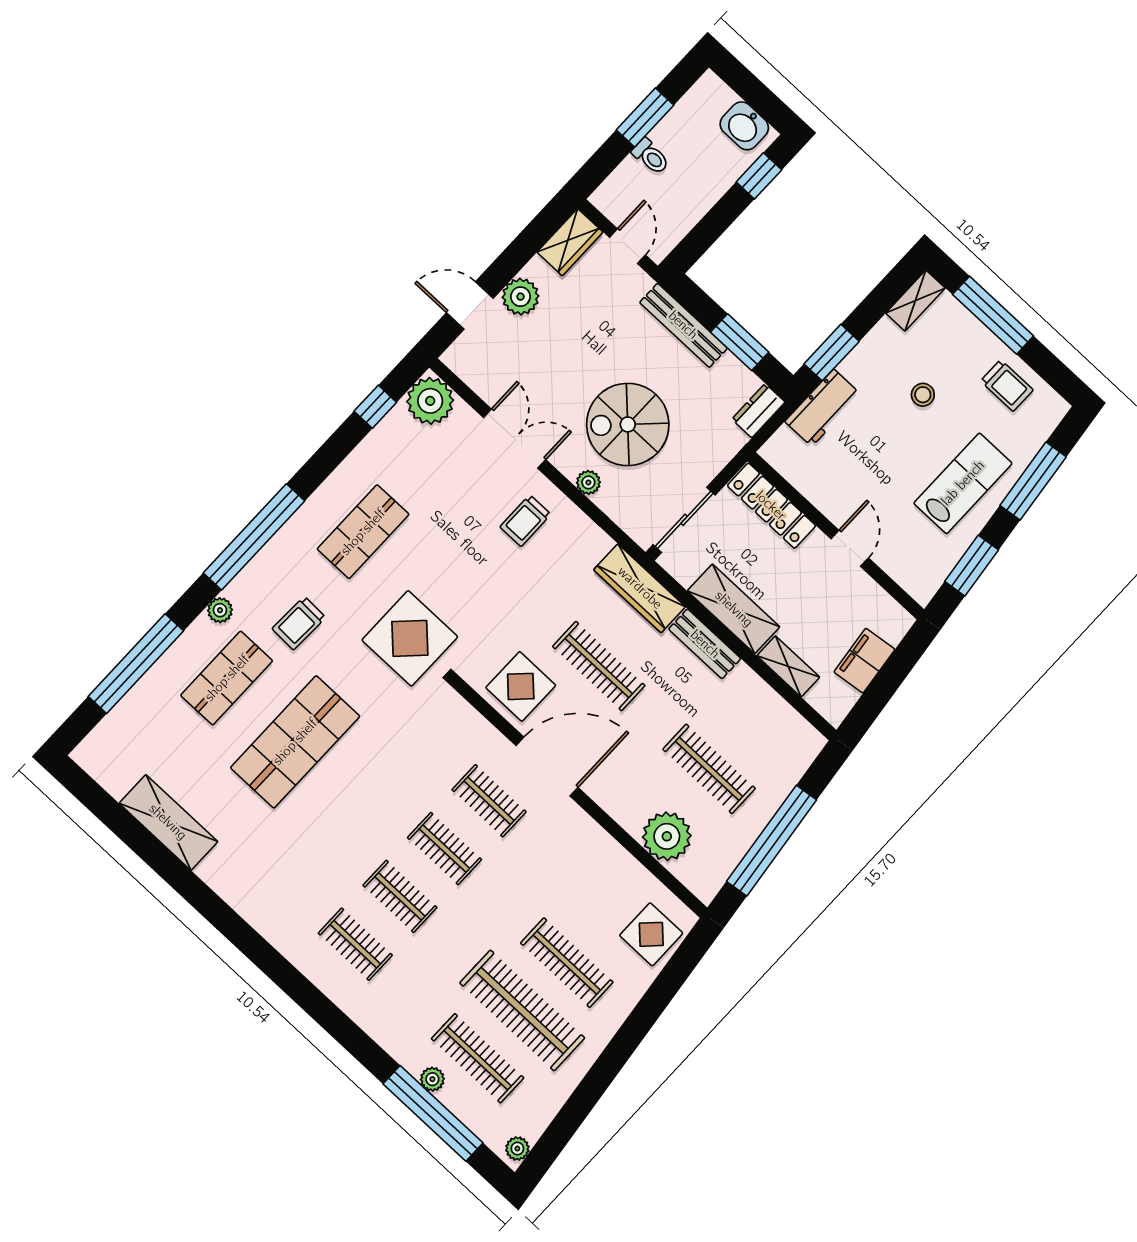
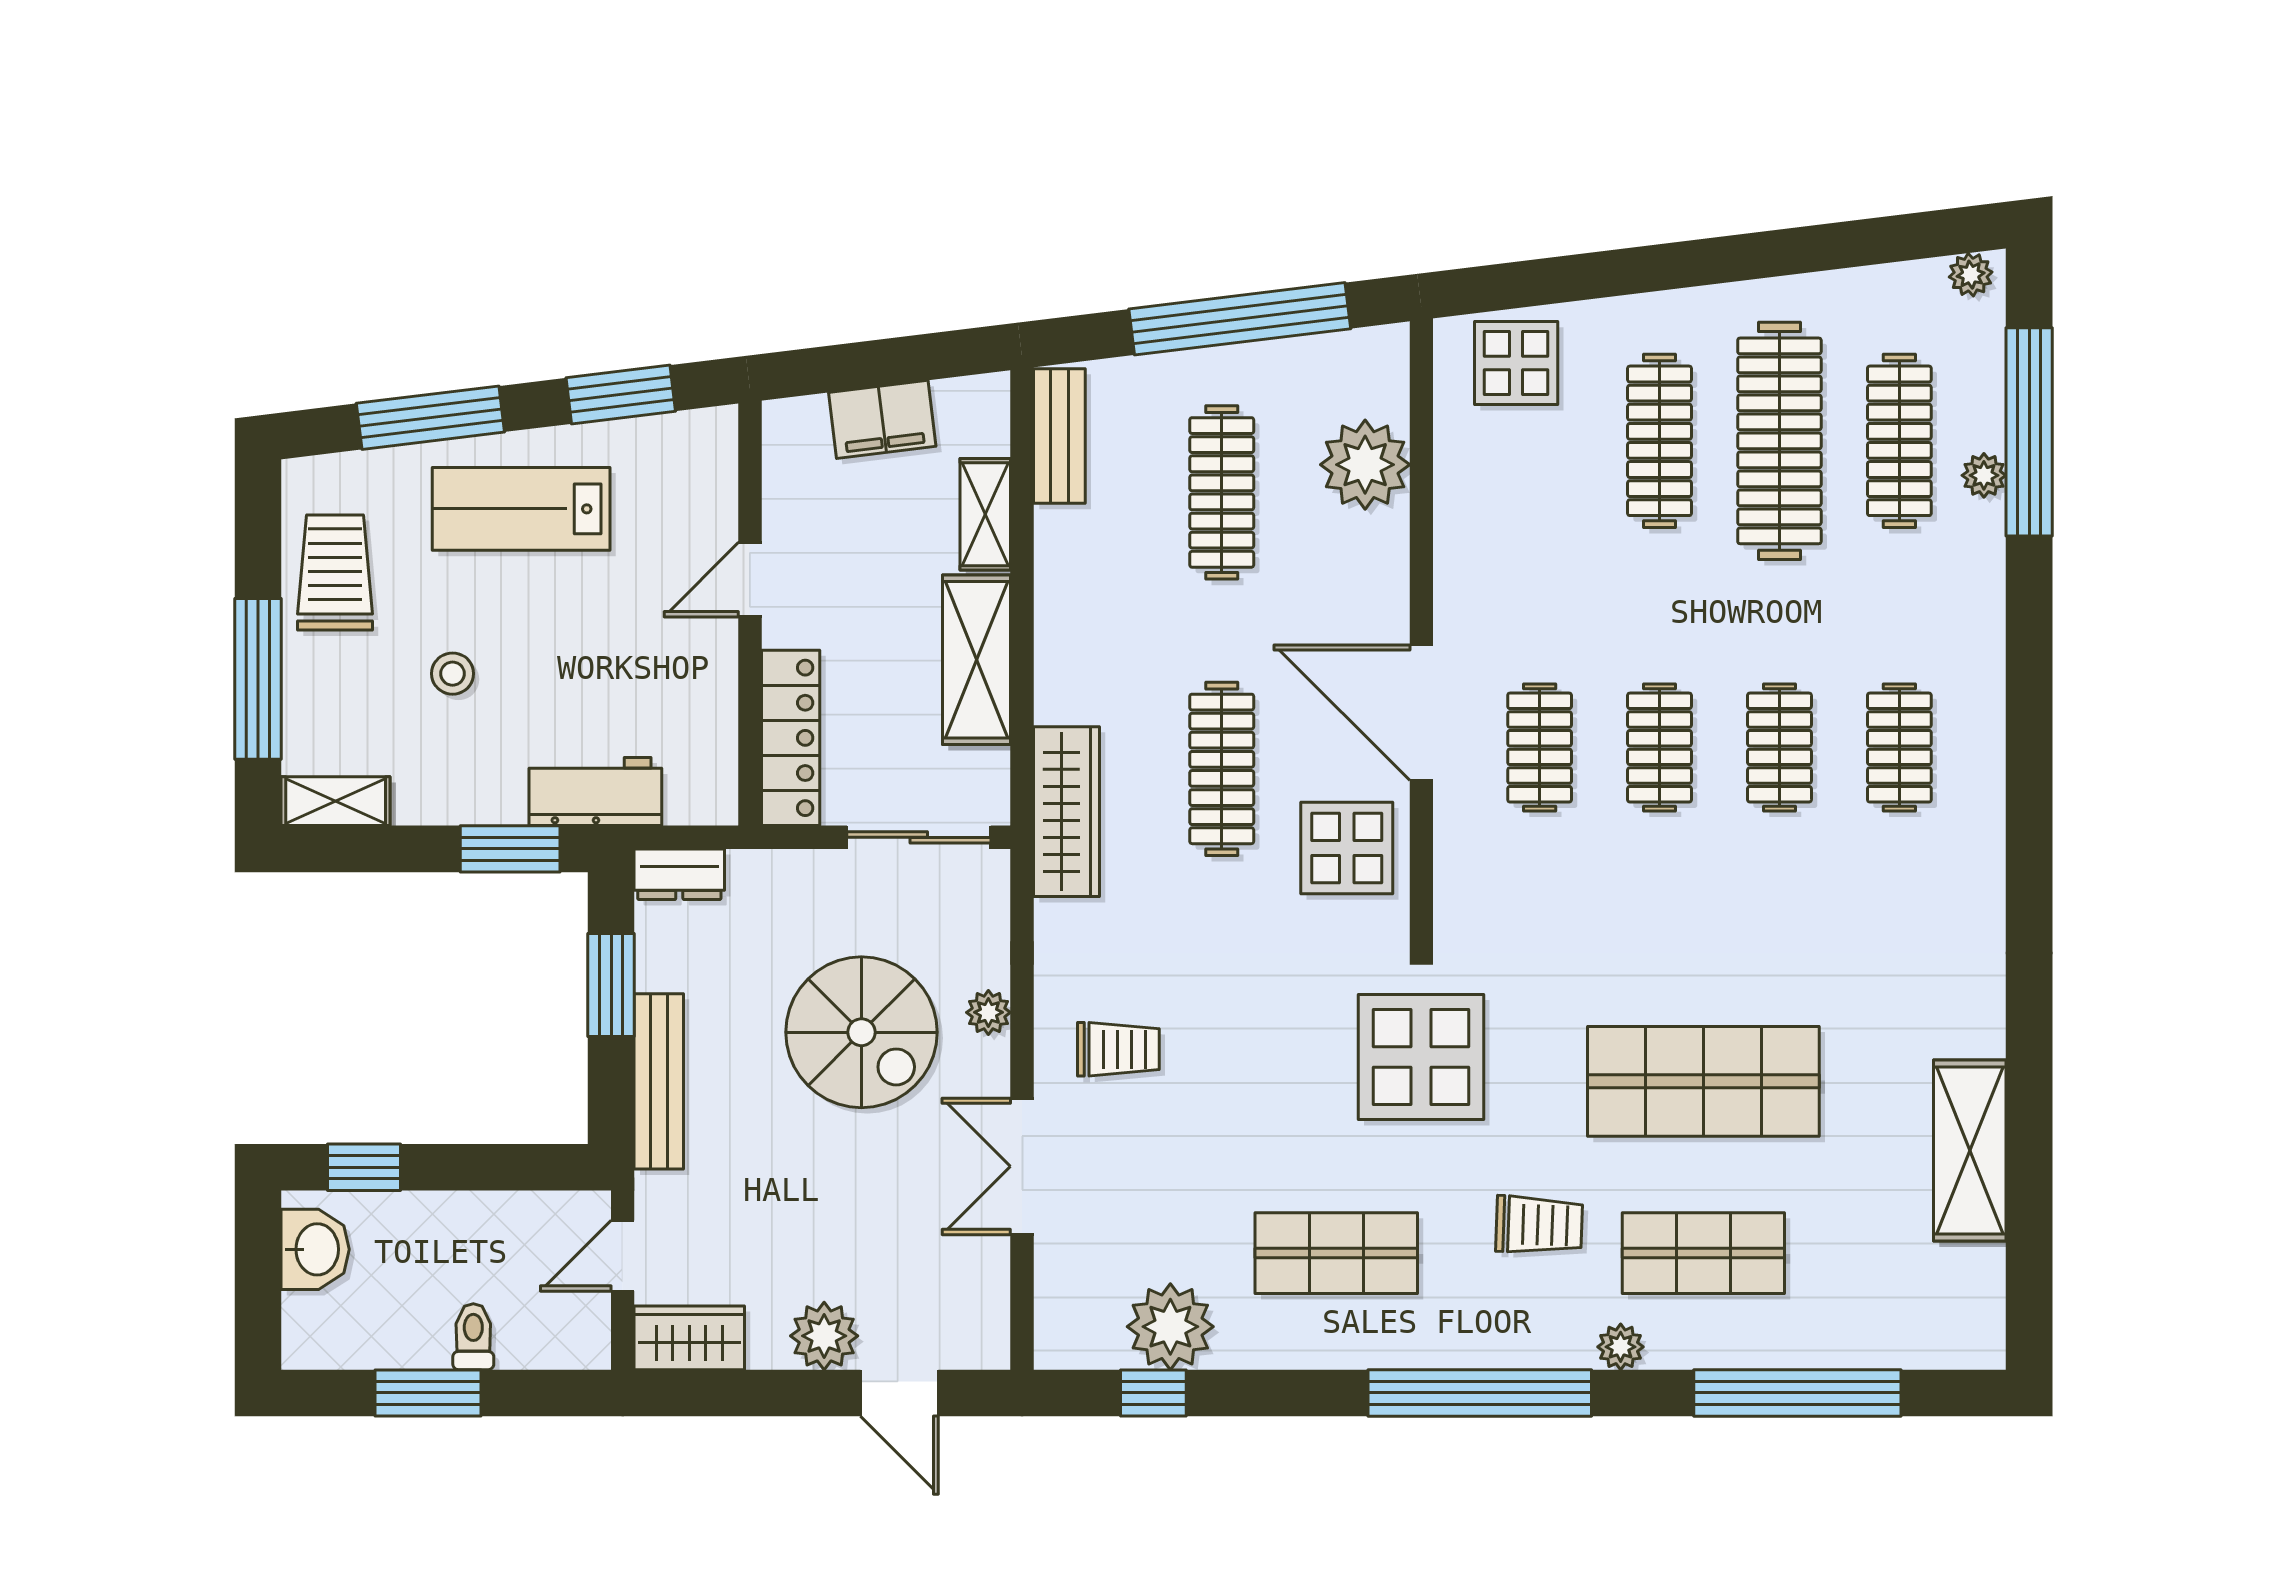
trolley: (1007, 385) -> (335, 572), width x1.36, depth x1.39
plant: (430, 401) -> (1170, 1327), moved
bench: (705, 644) -> (1059, 436), moved

